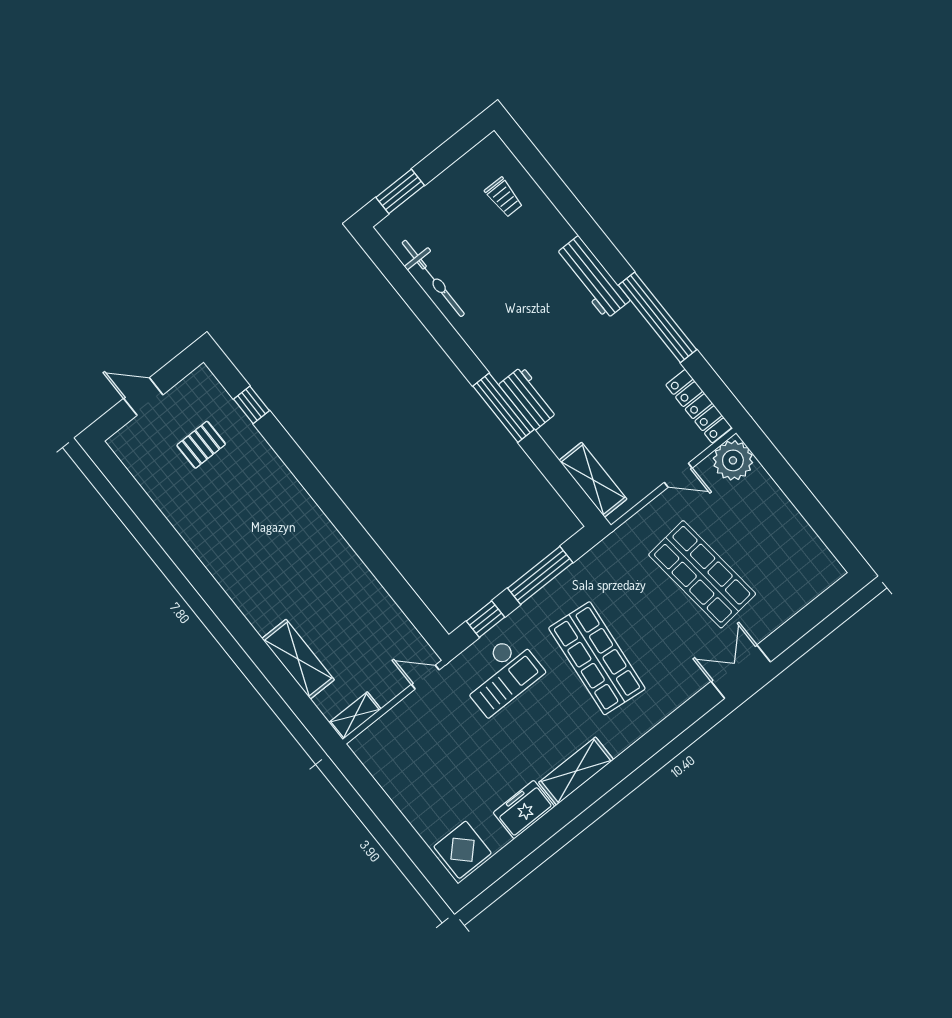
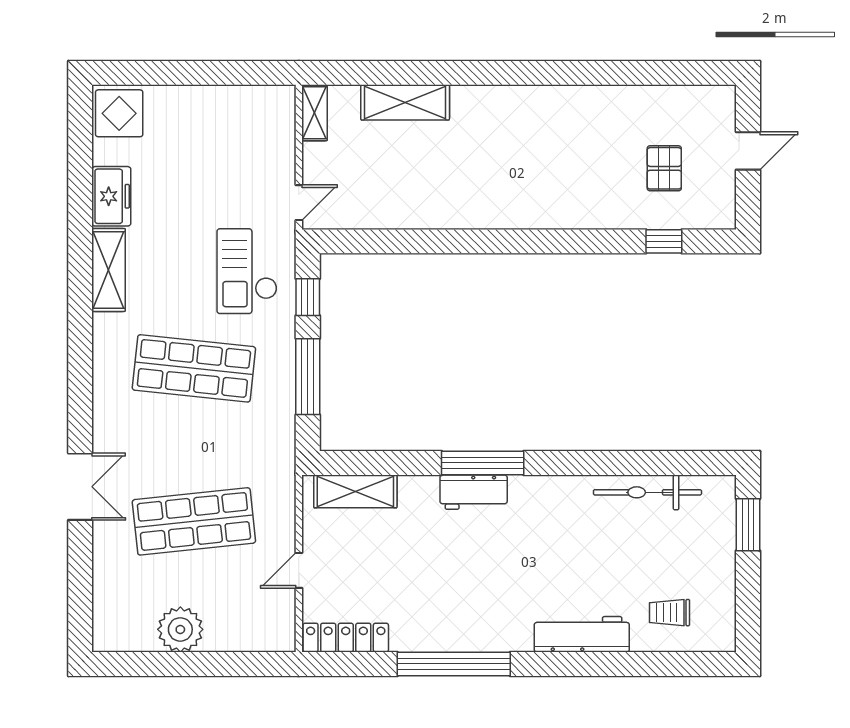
workbench: (592, 278) -> (582, 634), moved
plant: (733, 460) -> (180, 629), moved

